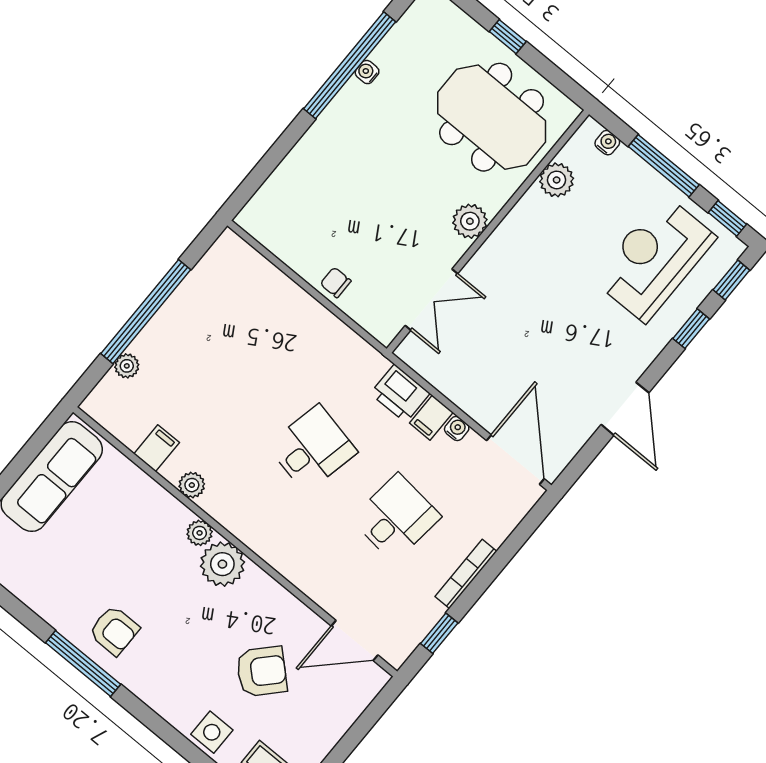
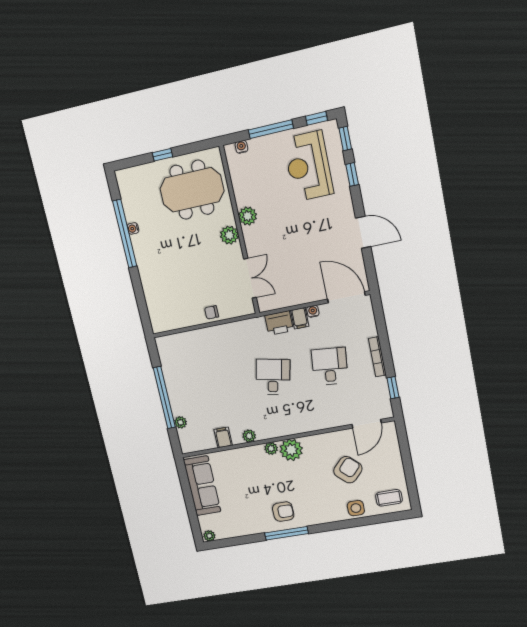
plant: (557, 180) -> (248, 216), moved

